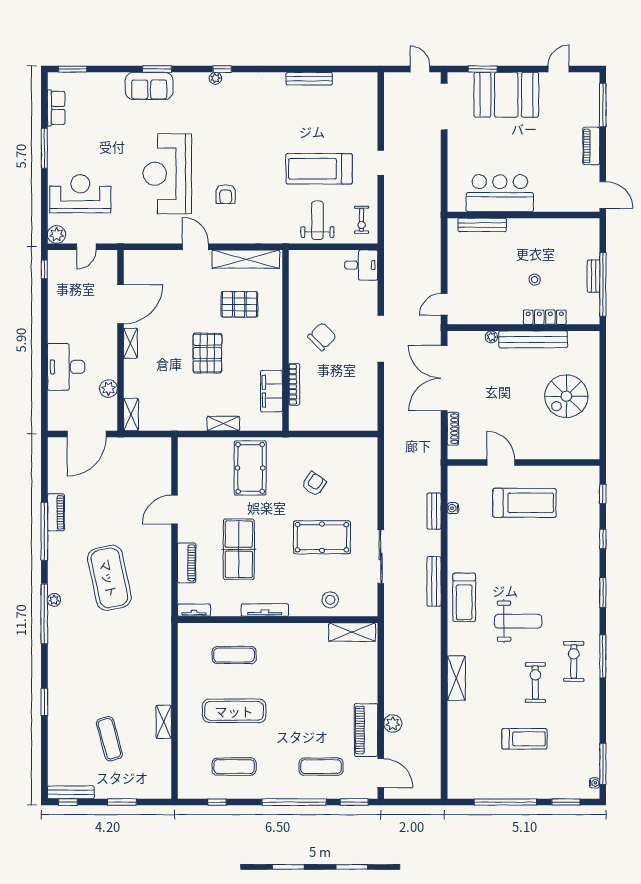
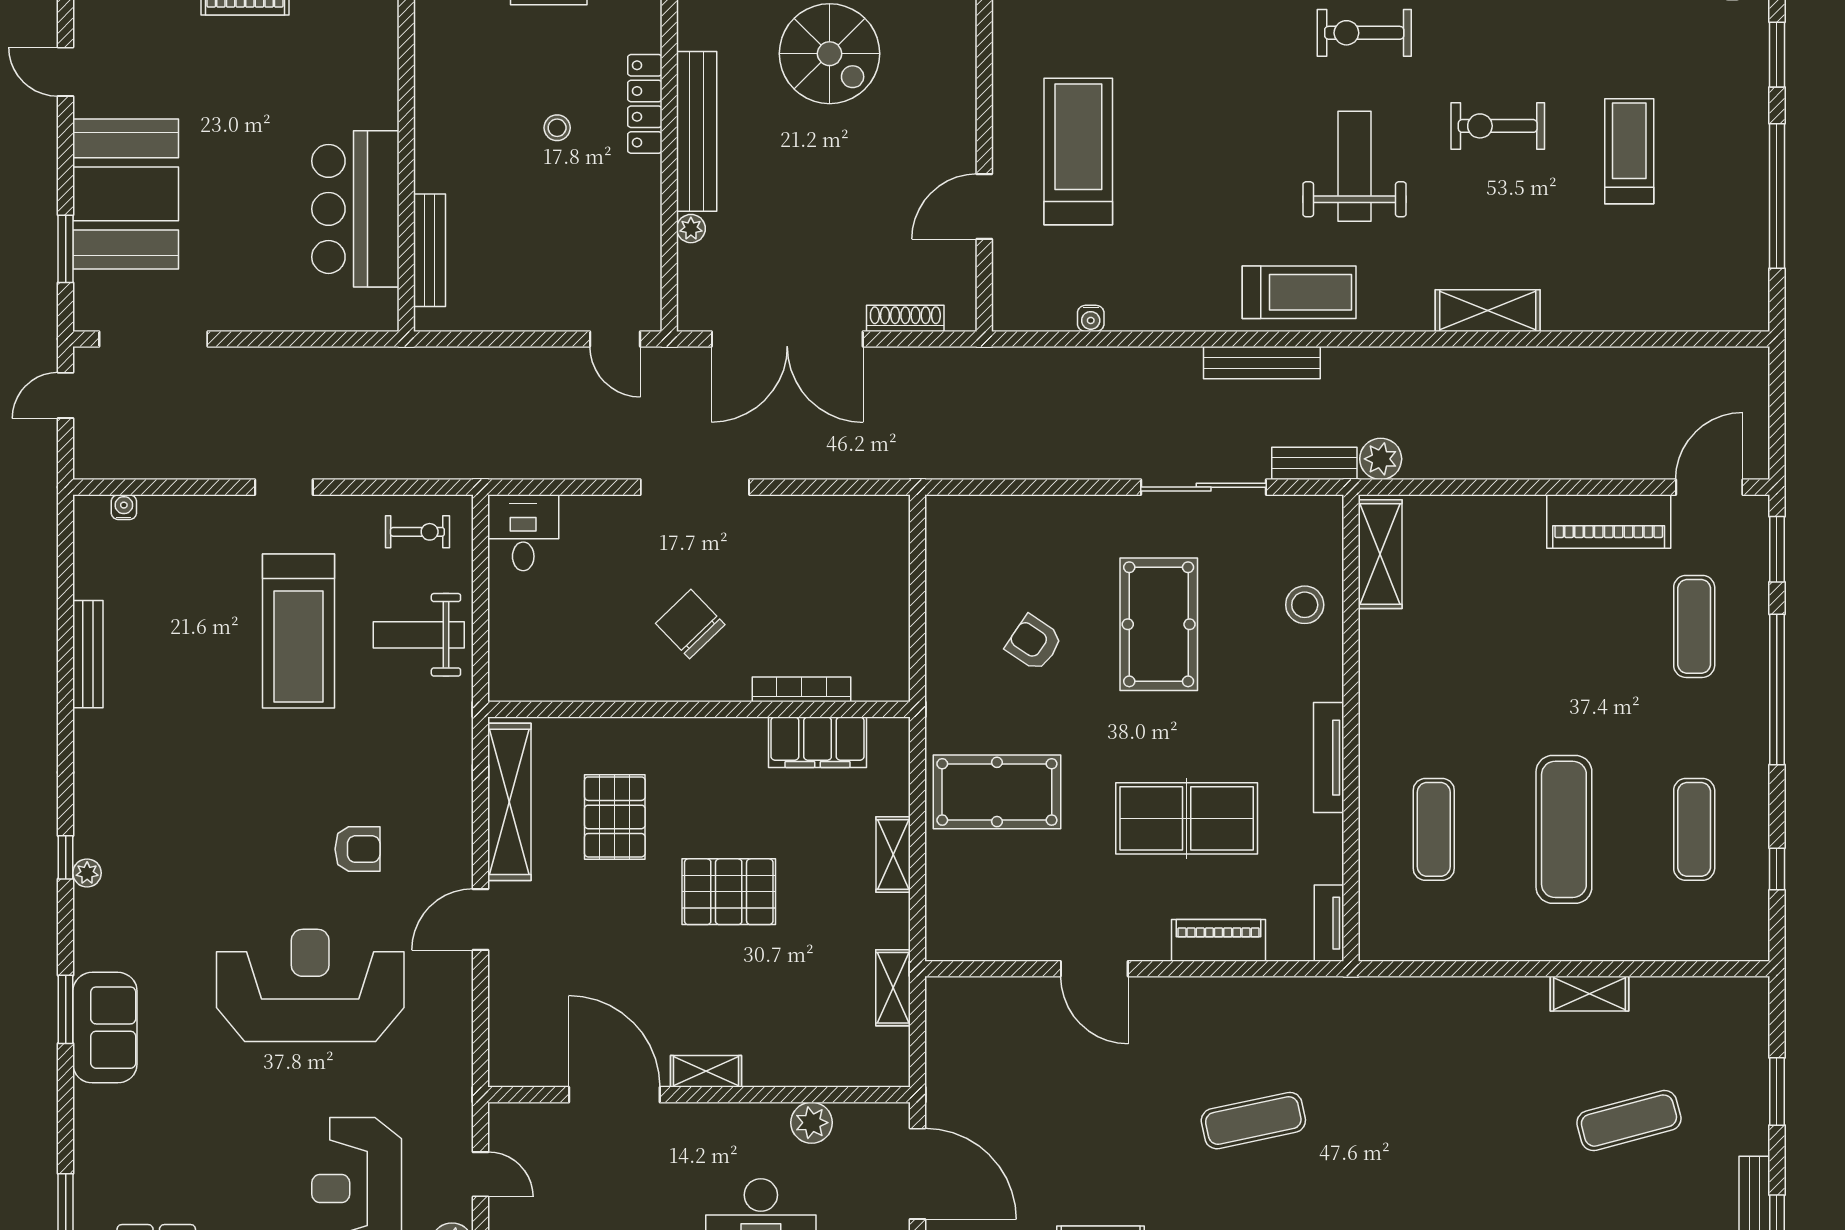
water cooler: (372, 94) -> (124, 507), added
reception desk: (167, 174) -> (310, 985), turned 180
shelving: (131, 414) -> (893, 988), moved, turned 90
bench: (434, 511) -> (1314, 463), moved
exercise mat: (109, 578) -> (1253, 1121), width x0.50, depth x0.69
exercise bike: (574, 661) -> (1364, 33), moved
plant: (393, 724) -> (1381, 459), moved

